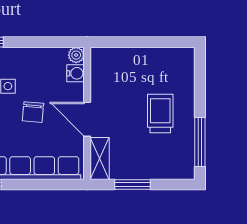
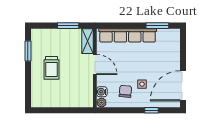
chair: (33, 112) -> (125, 91), moved
window: (200, 142) -> (28, 51), width x0.69

